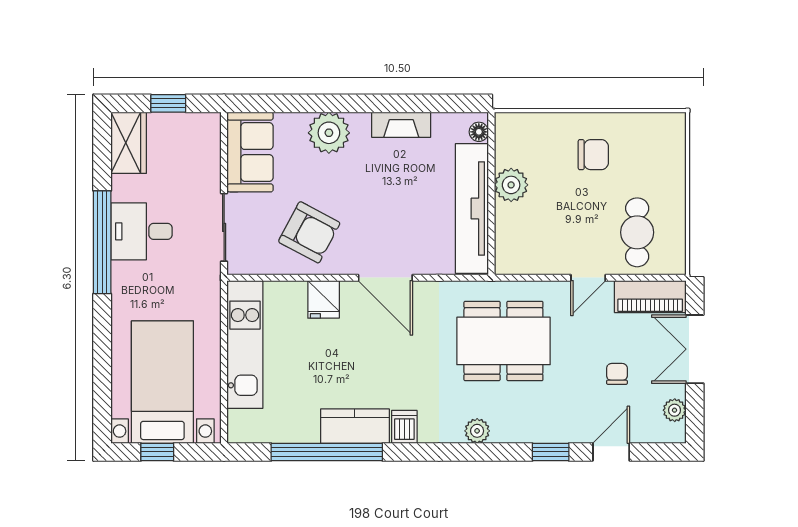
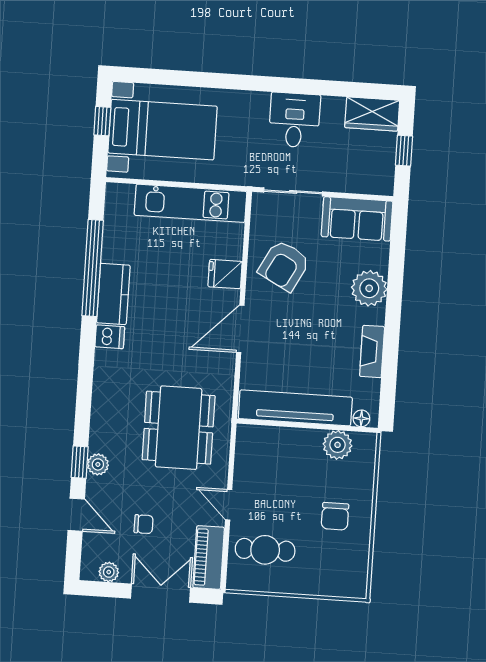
plant: (511, 185) -> (338, 445), moved
window: (102, 242) -> (287, 85), removed
plant: (477, 431) -> (98, 464), moved

